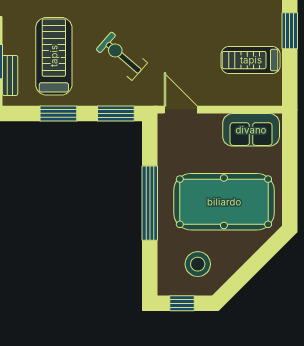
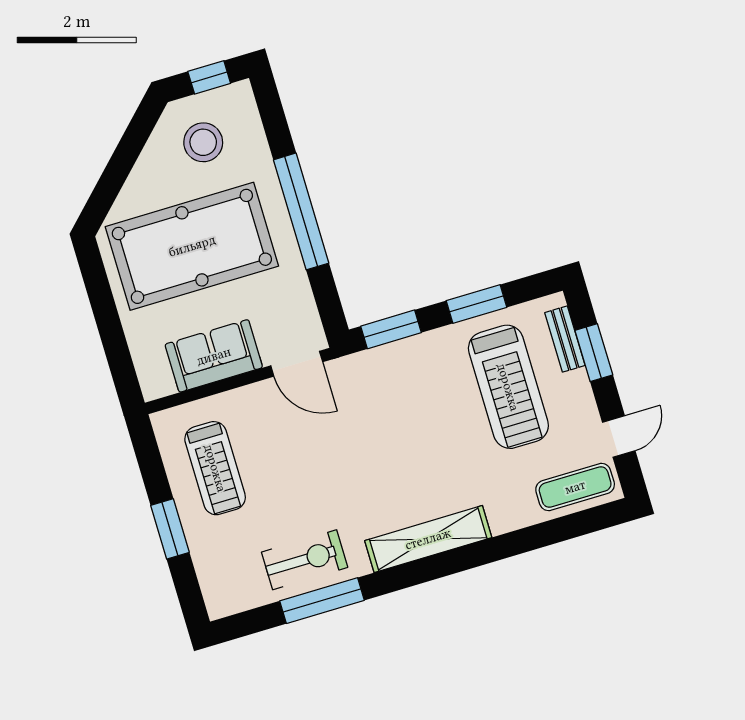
exercise bike: (122, 56) -> (408, 417), removed
treadmill: (251, 60) -> (215, 468), turned 90
sofa: (251, 130) -> (214, 356), moved

